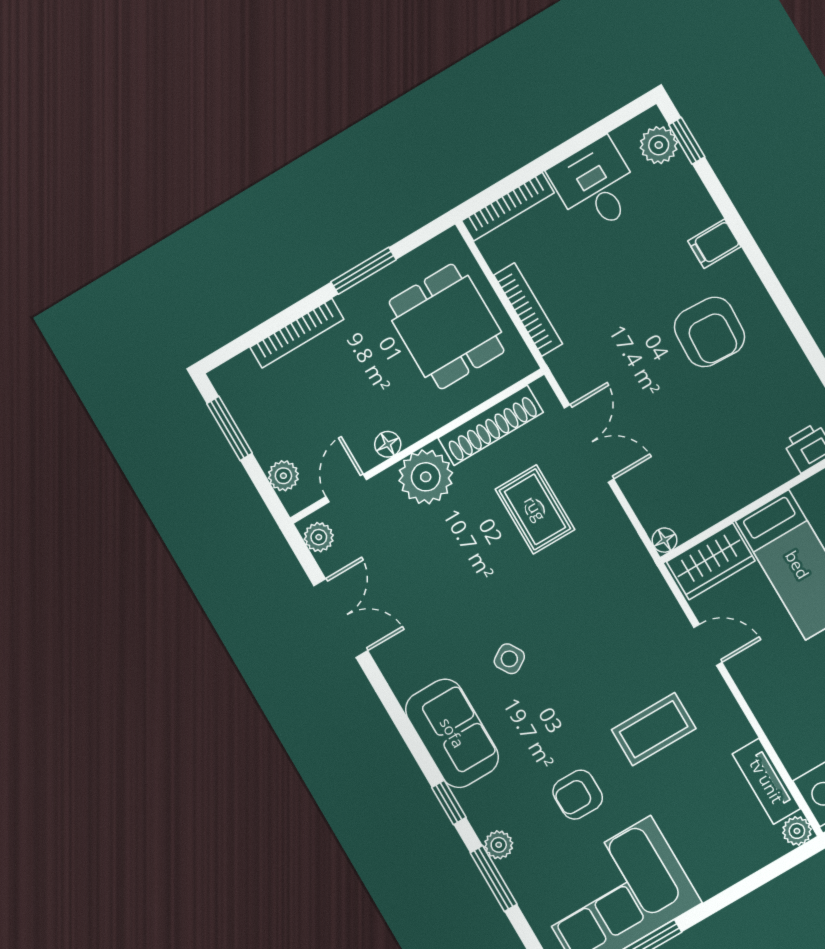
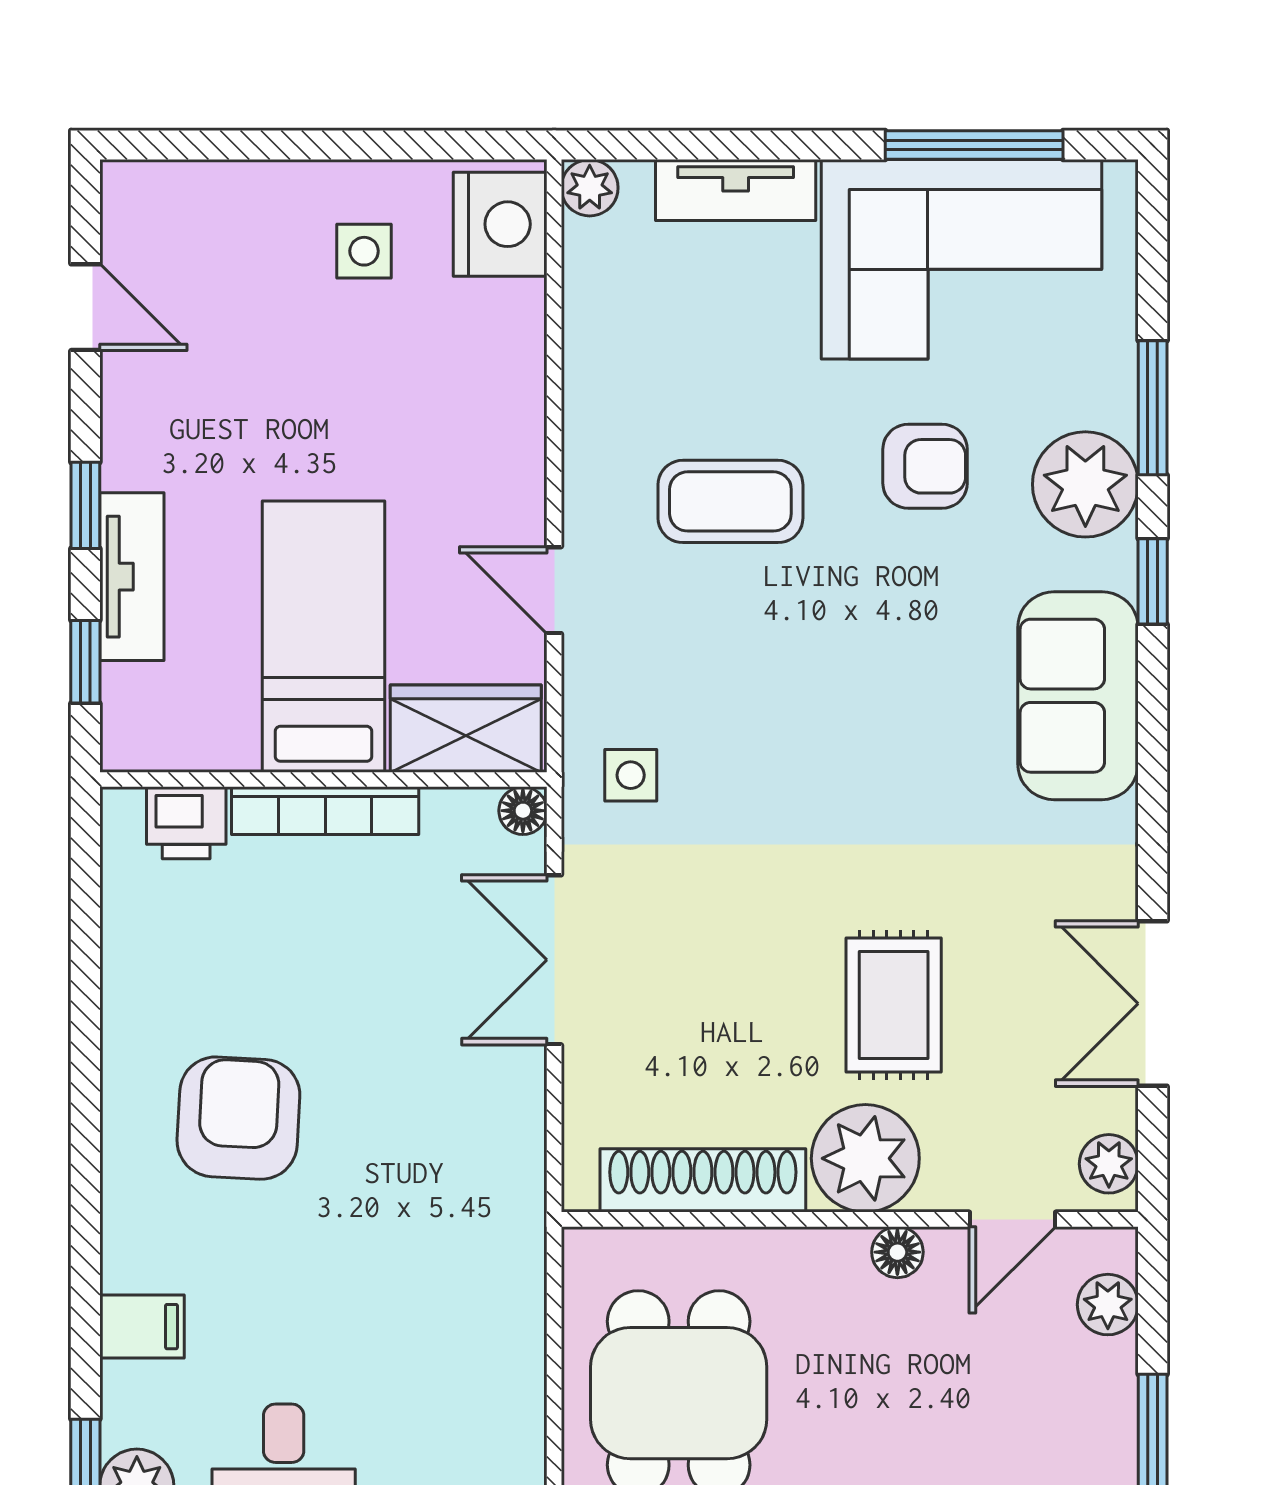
filing cabinet: (714, 244) -> (142, 1327), moved
bookcase: (528, 309) -> (325, 811), moved, turned -90
double door: (589, 443) -> (554, 960), moved
rug: (535, 509) -> (894, 1005), moved
side table: (509, 659) -> (631, 775), moved, turned 32
tv unit: (766, 781) -> (736, 190), moved, turned 90
plant: (499, 845) -> (1085, 484), width x1.88, depth x1.88

